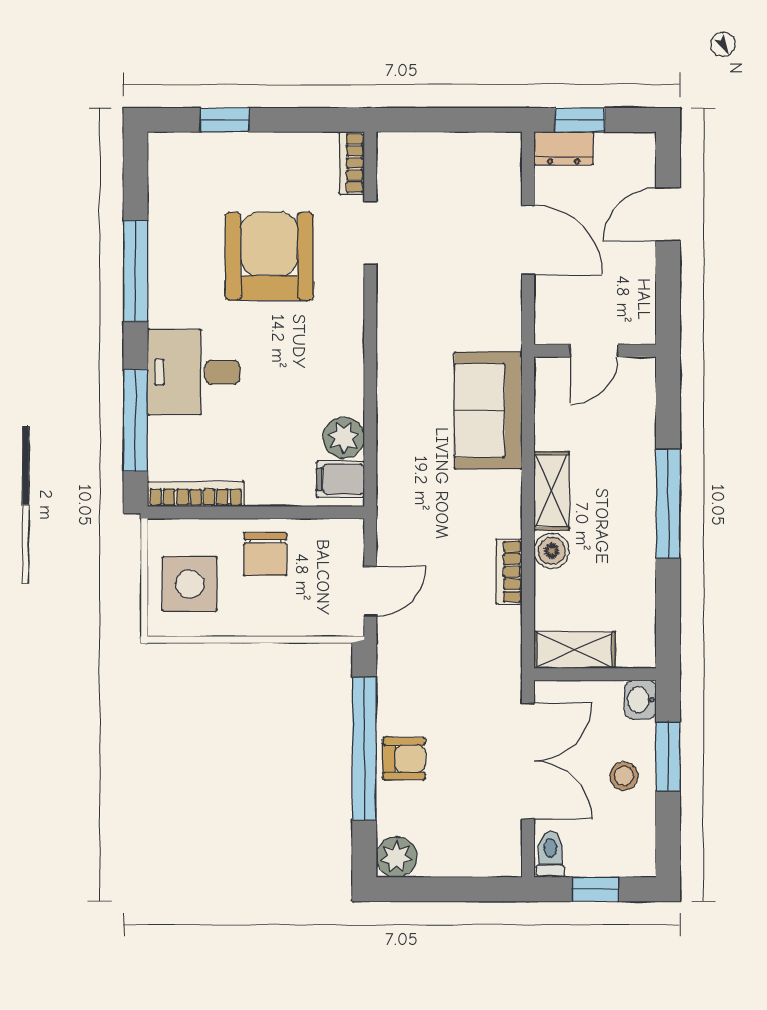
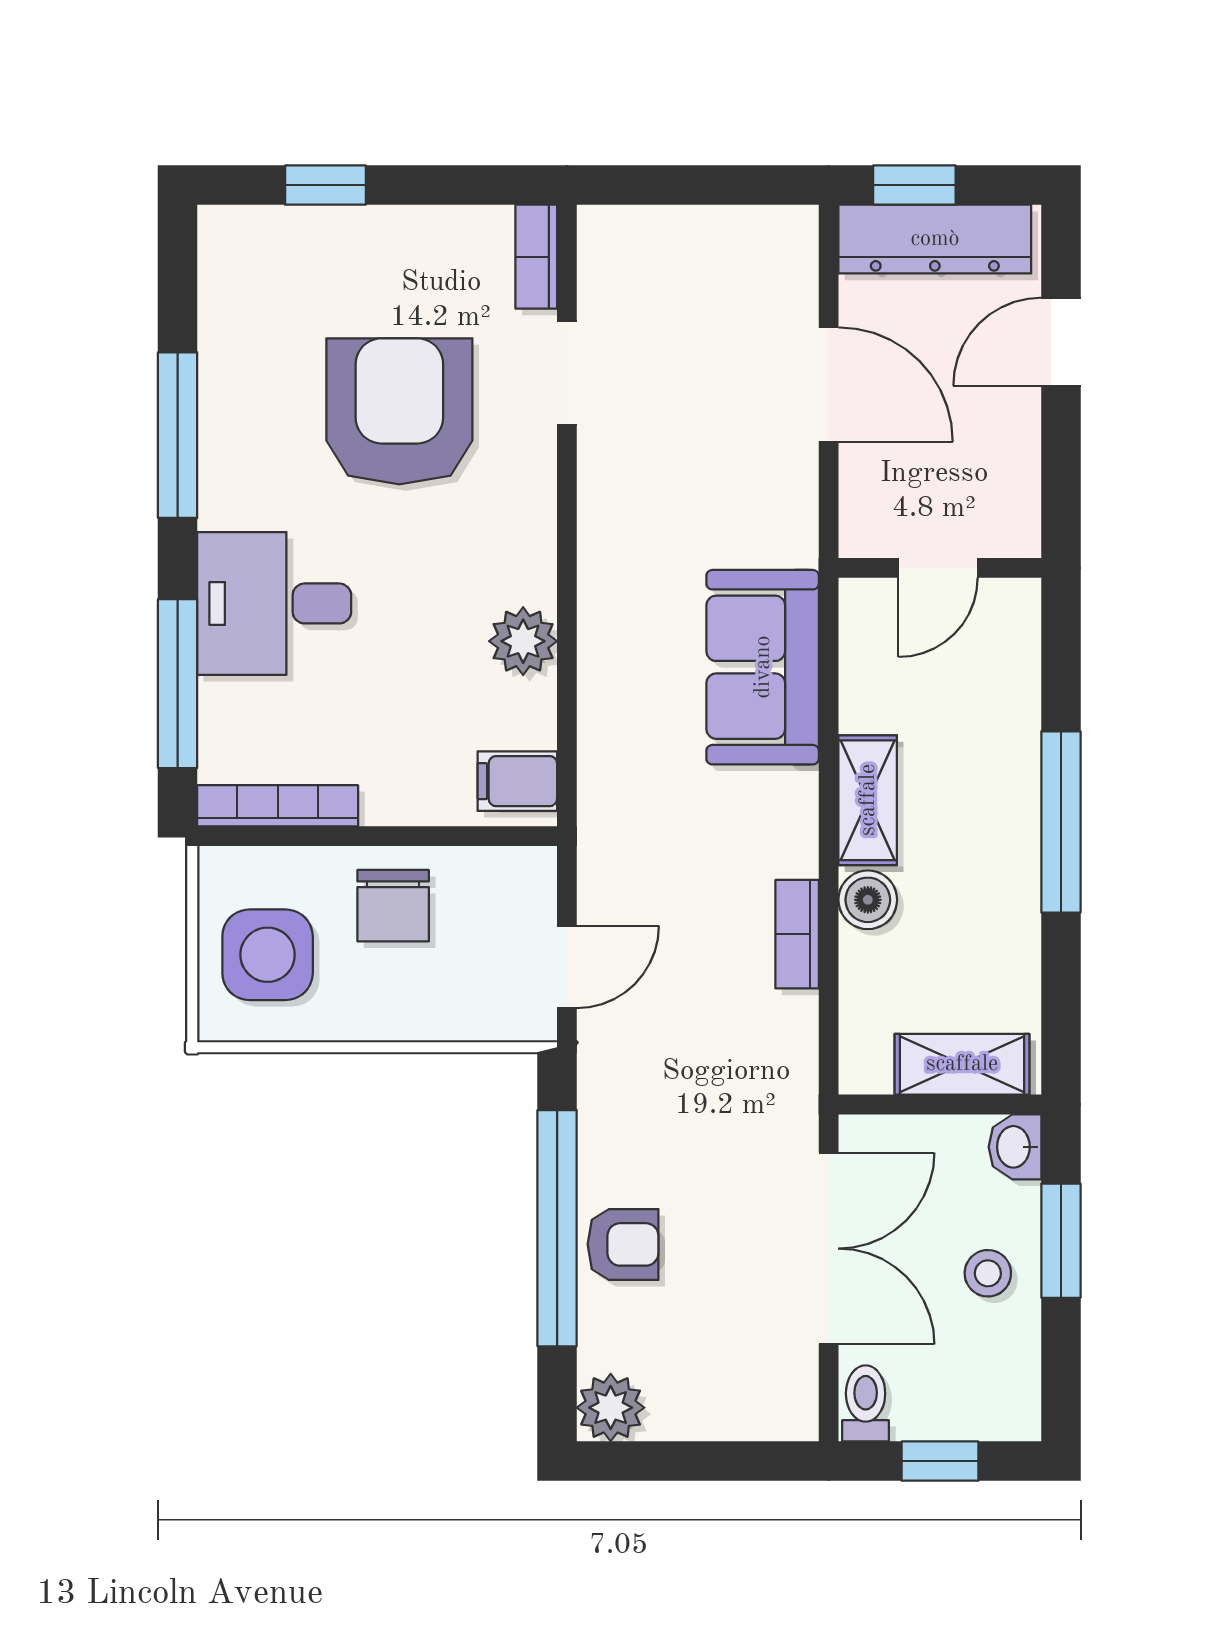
dresser: (564, 148) -> (935, 239), width x1.96, depth x1.24
plant: (344, 438) -> (523, 641), moved
shelving: (575, 650) -> (962, 1064), moved

